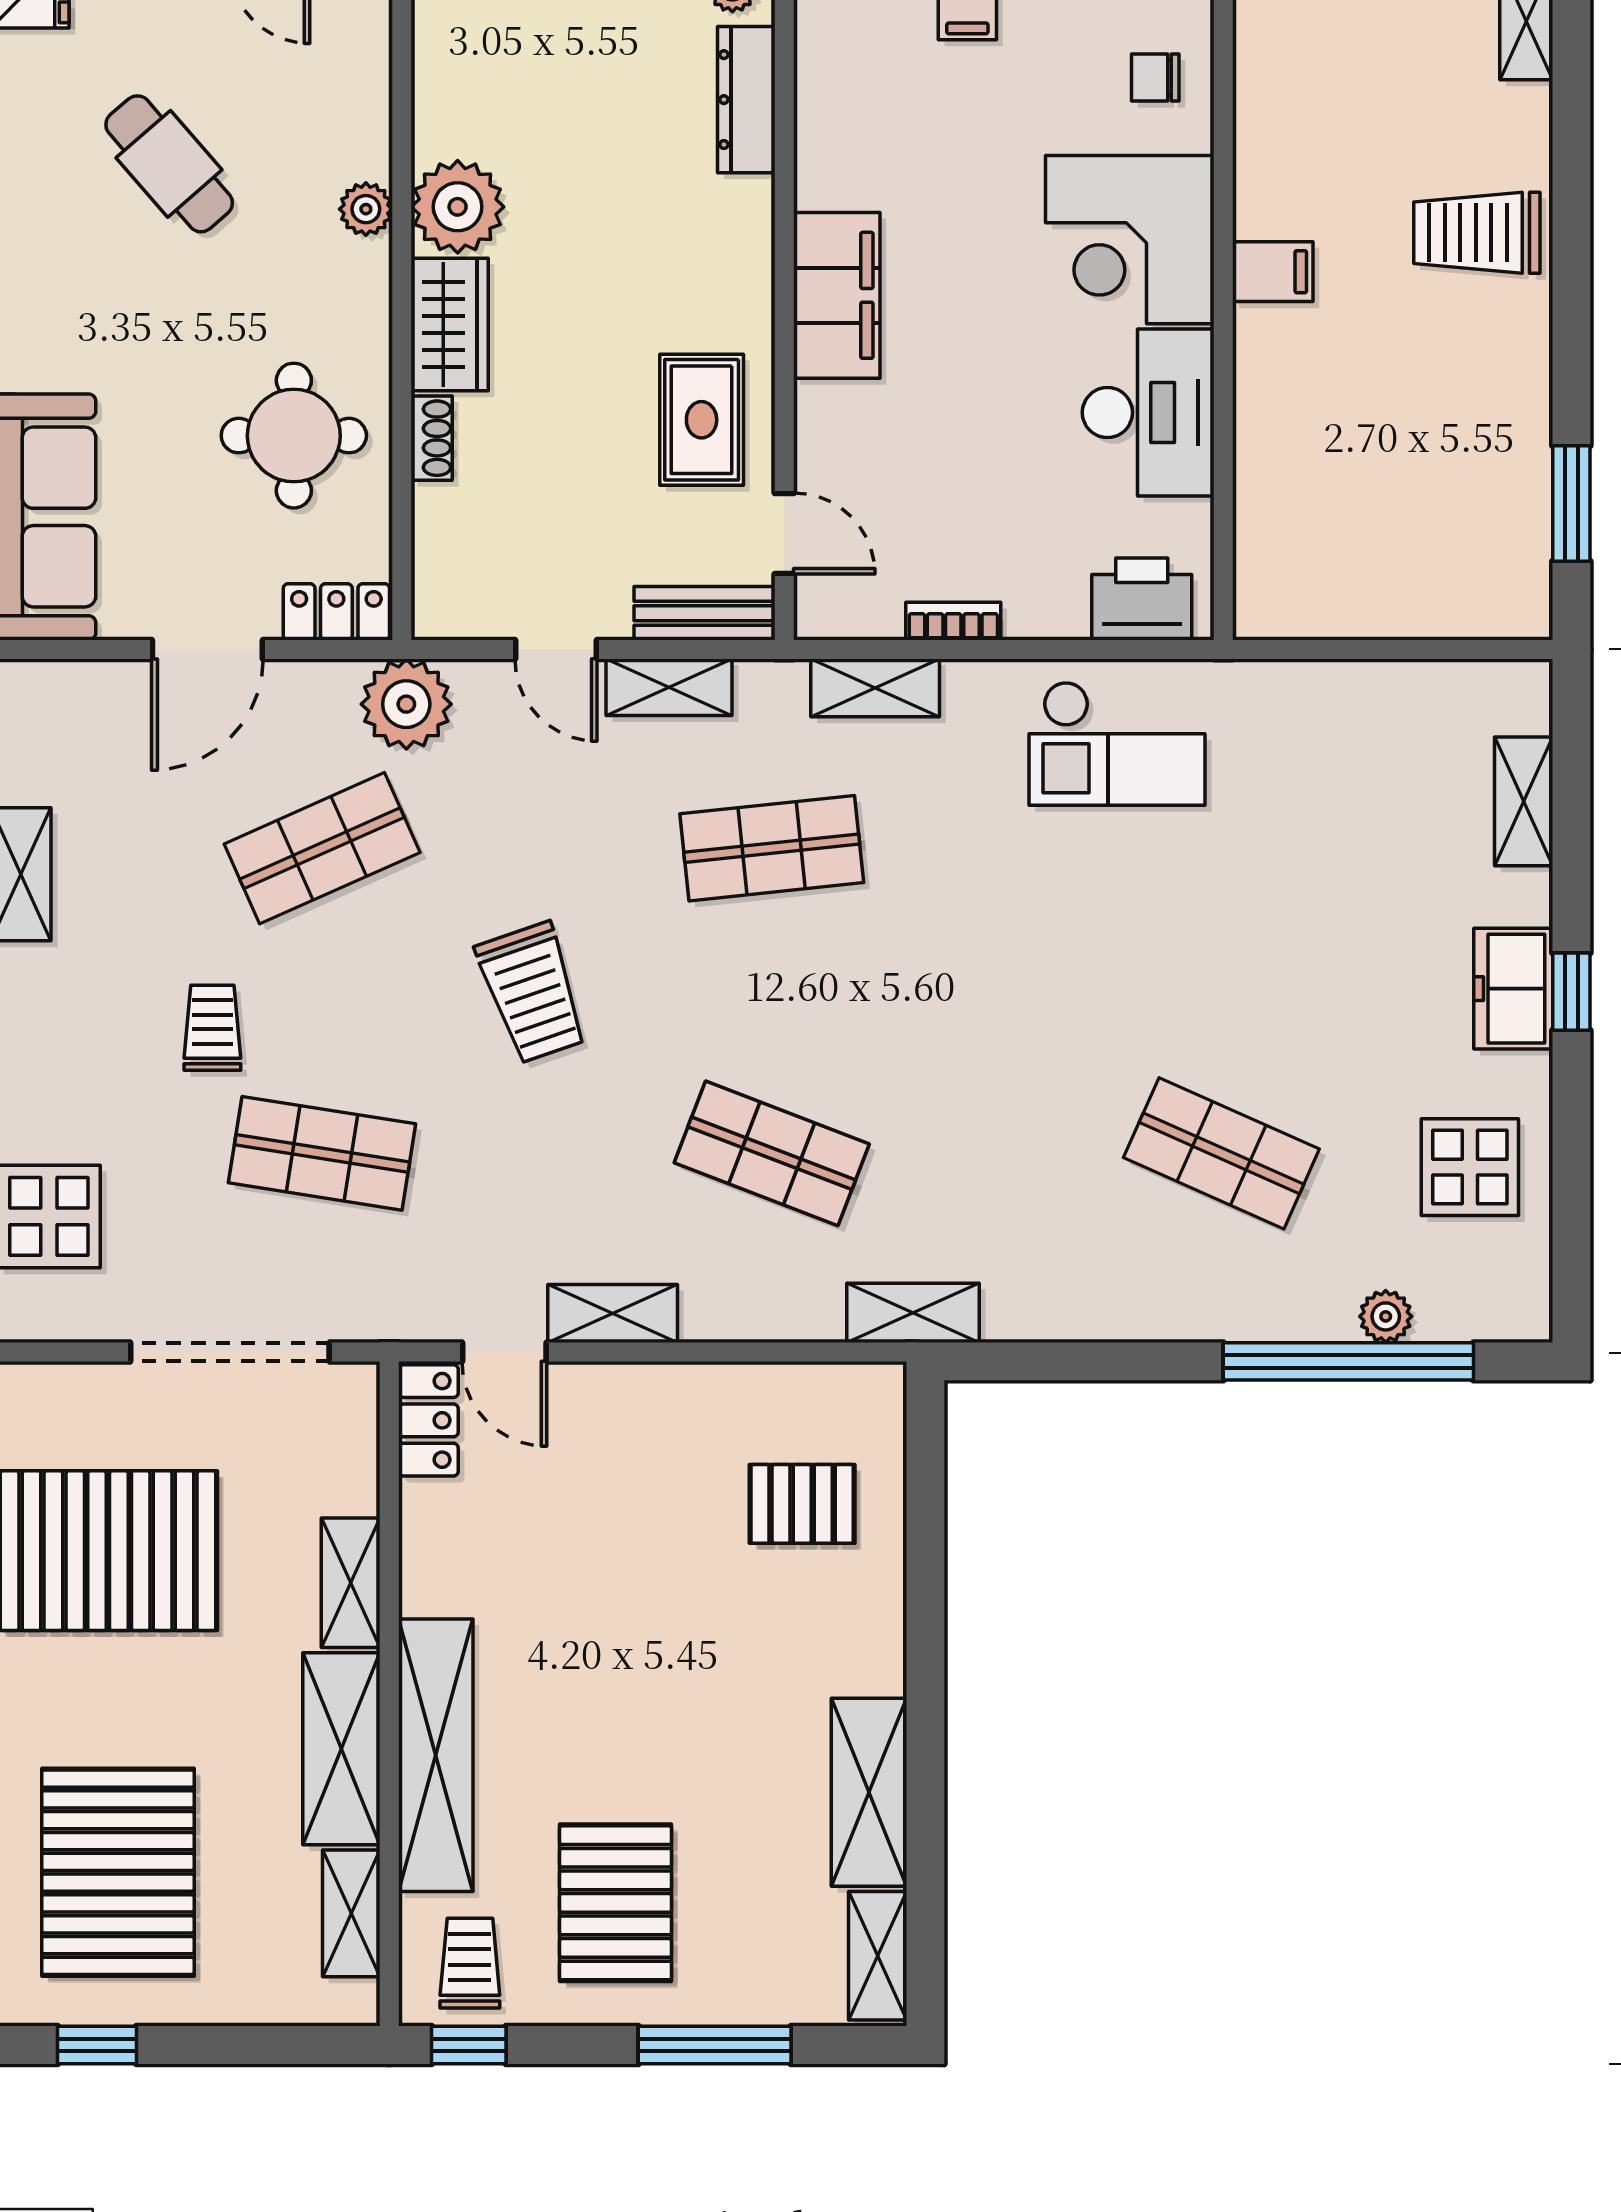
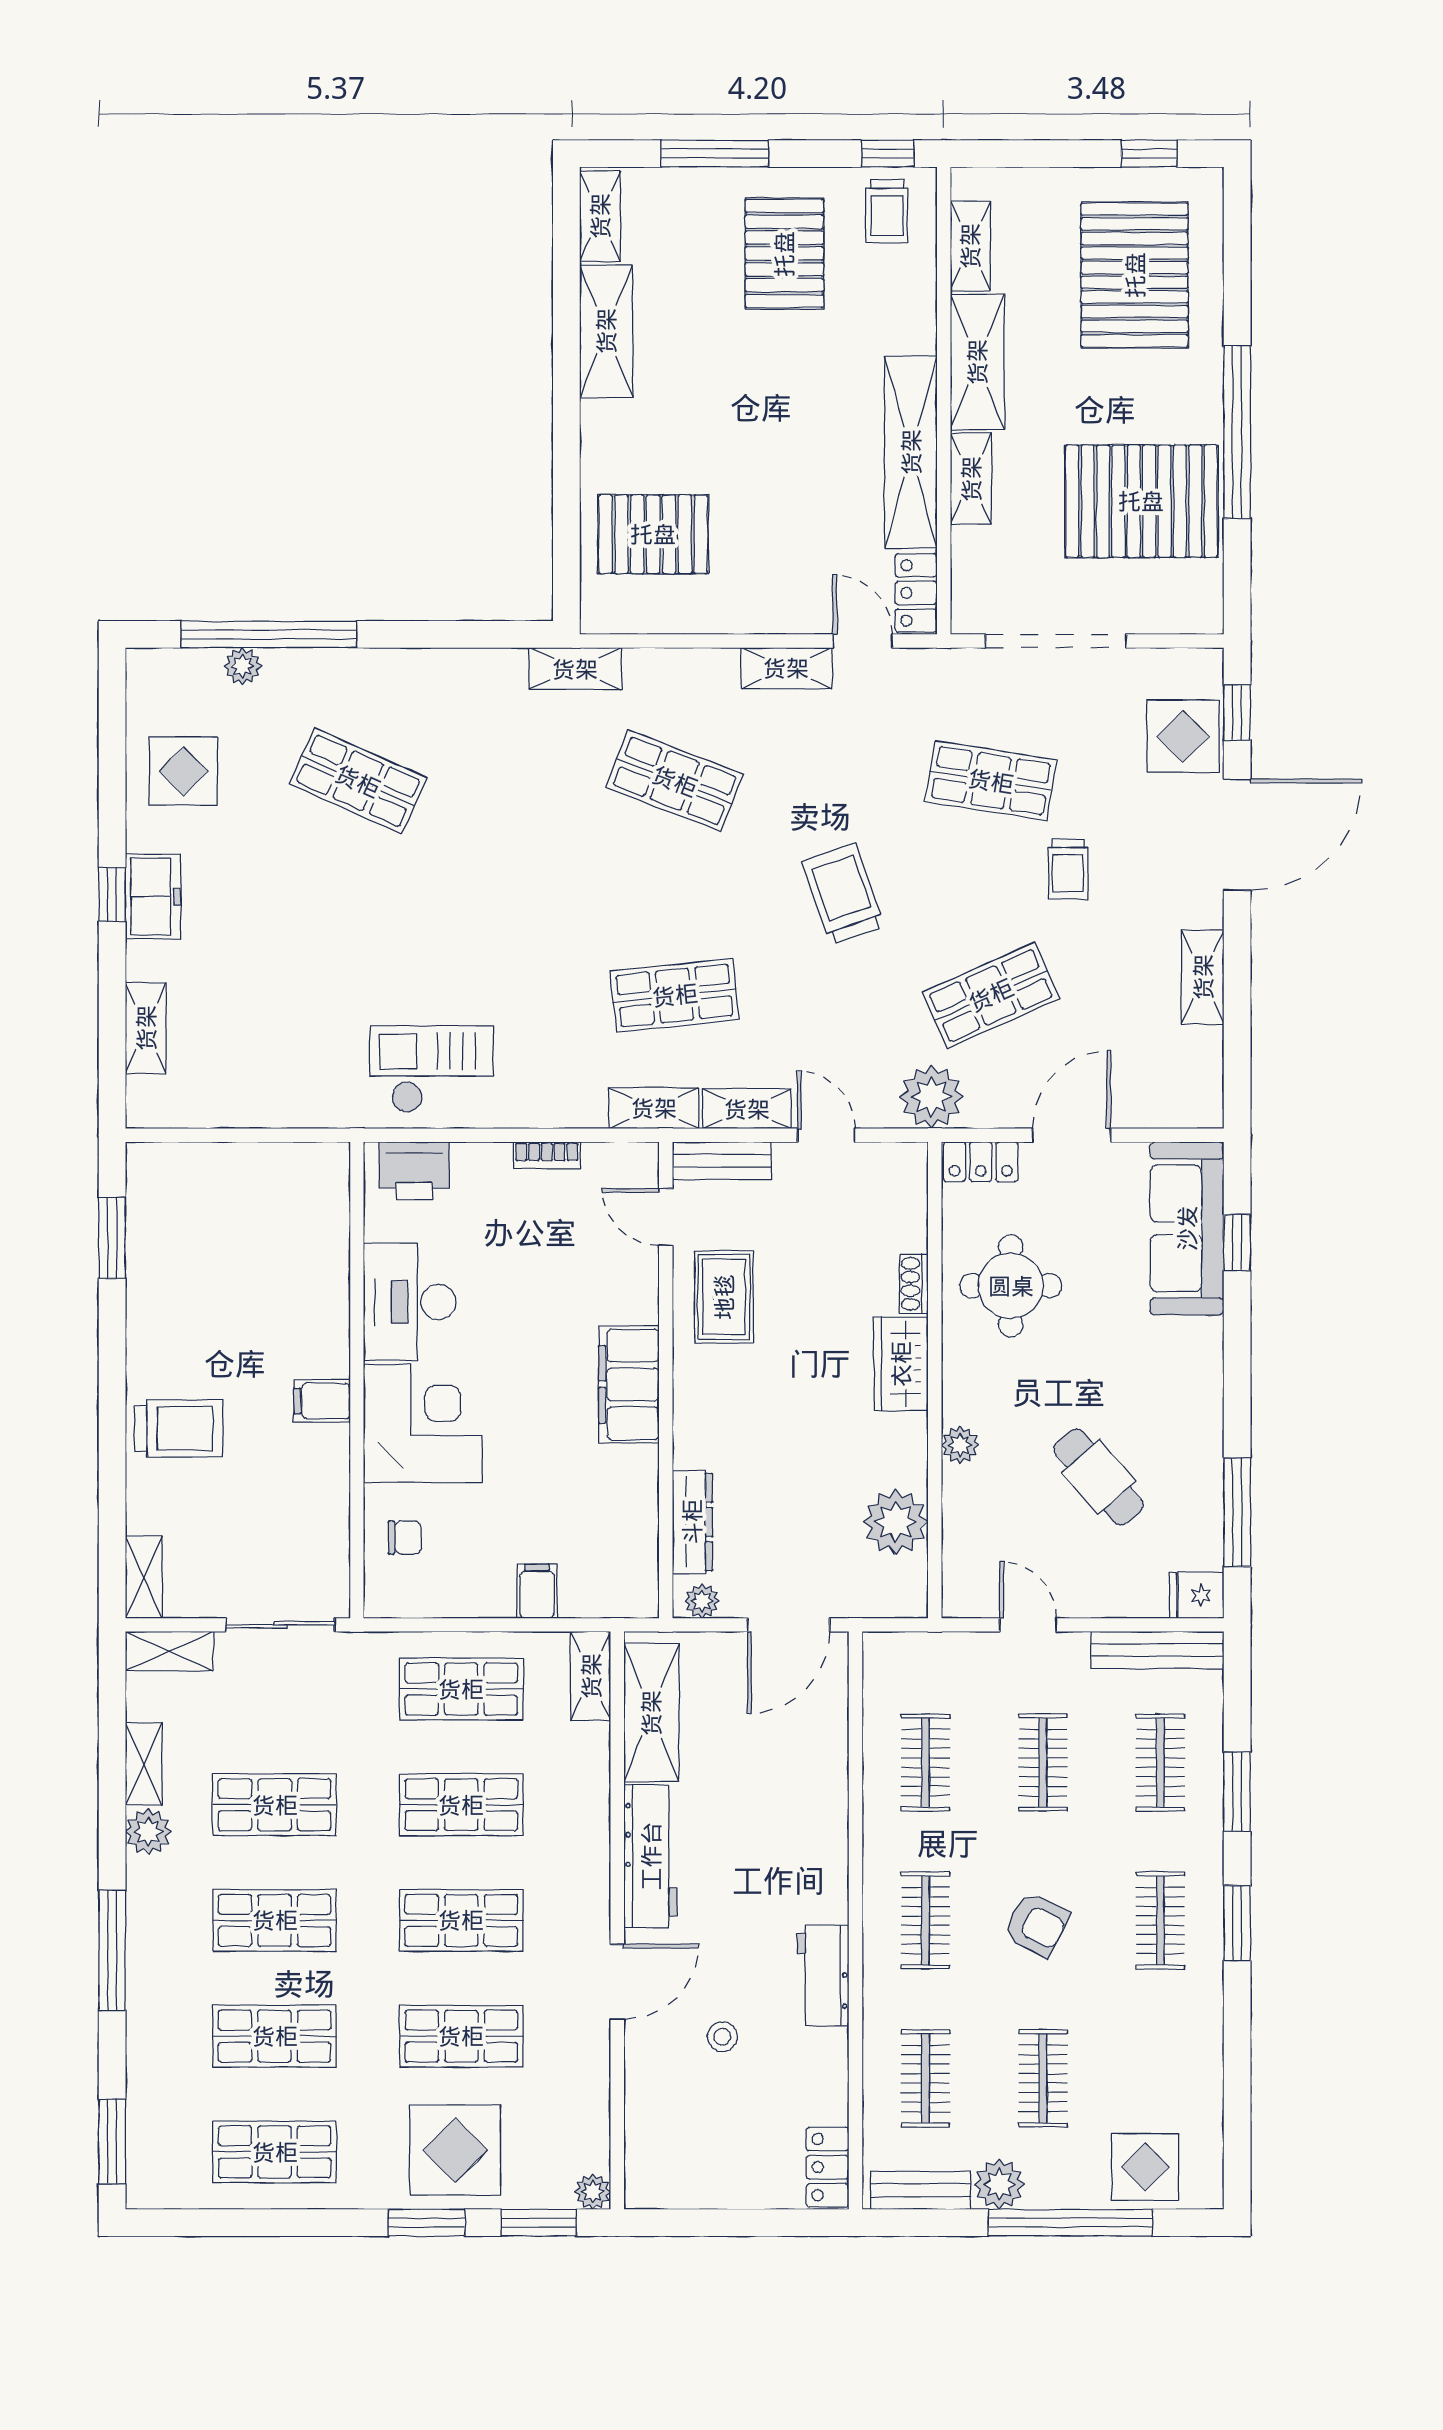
plant: (458, 207) -> (896, 1522), moved
shelving: (875, 688) -> (654, 1108), moved
pallet: (802, 1504) -> (653, 534), width x1.50, depth x1.42
shelving: (436, 1755) -> (911, 452), moved

